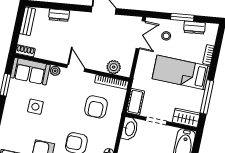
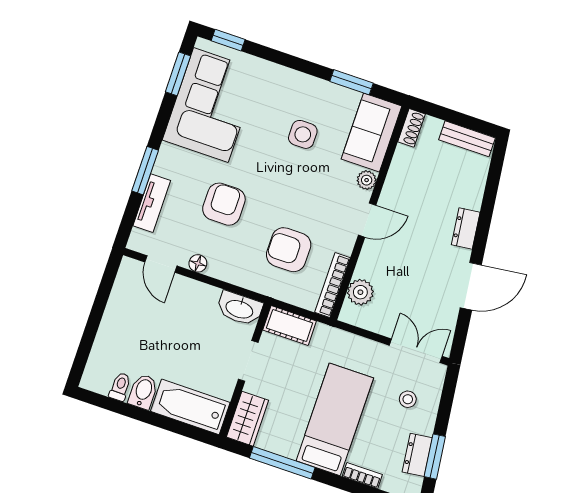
dresser: (59, 15) -> (466, 228), moved
window: (182, 17) -> (435, 457), moved
double door: (141, 35) -> (416, 351), swing flipped

